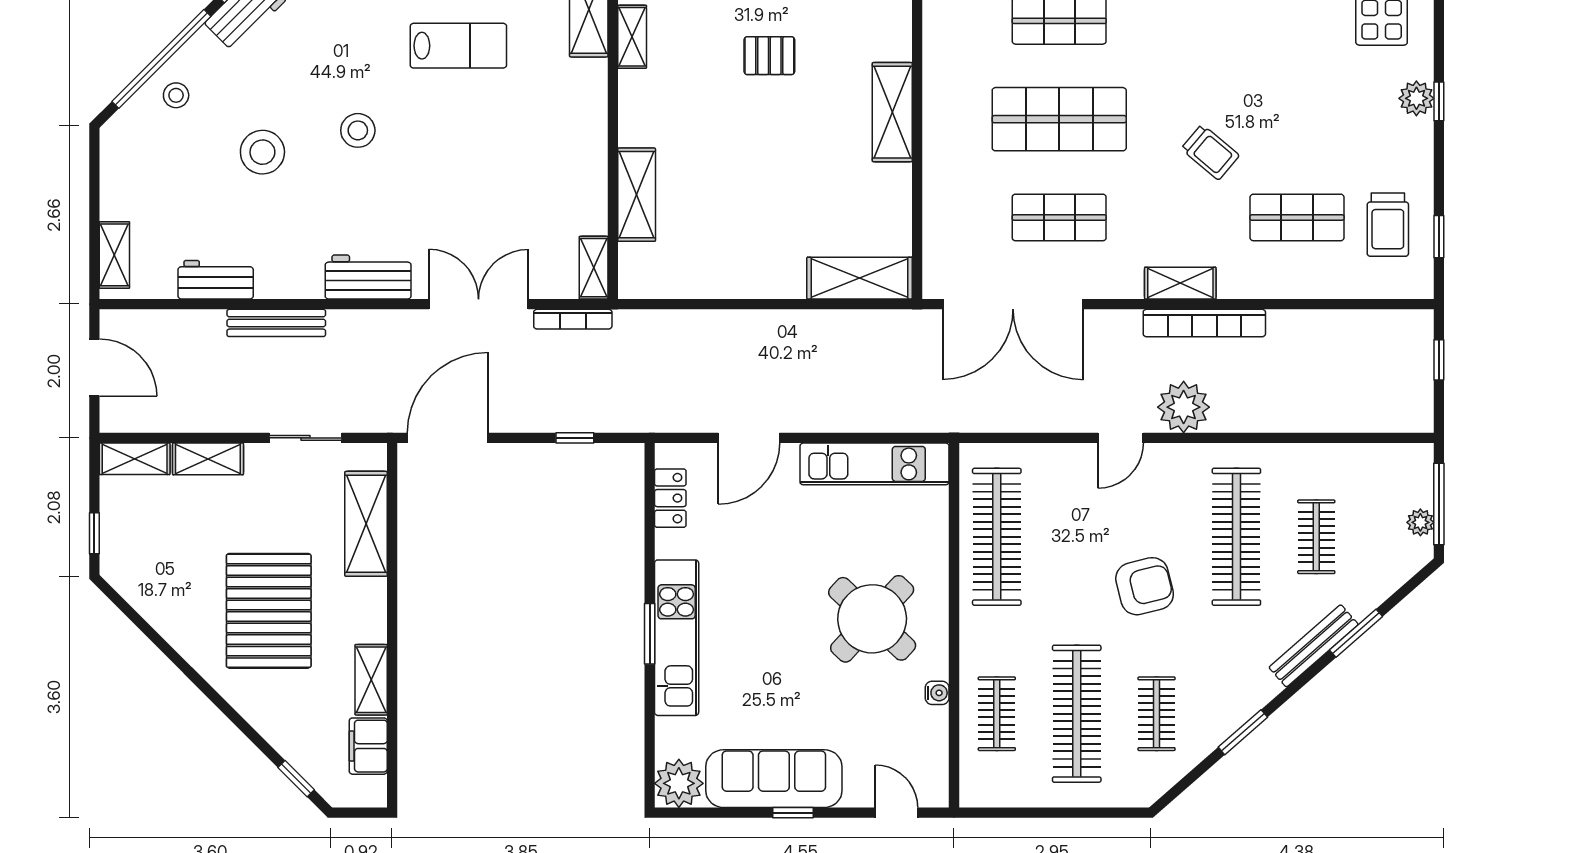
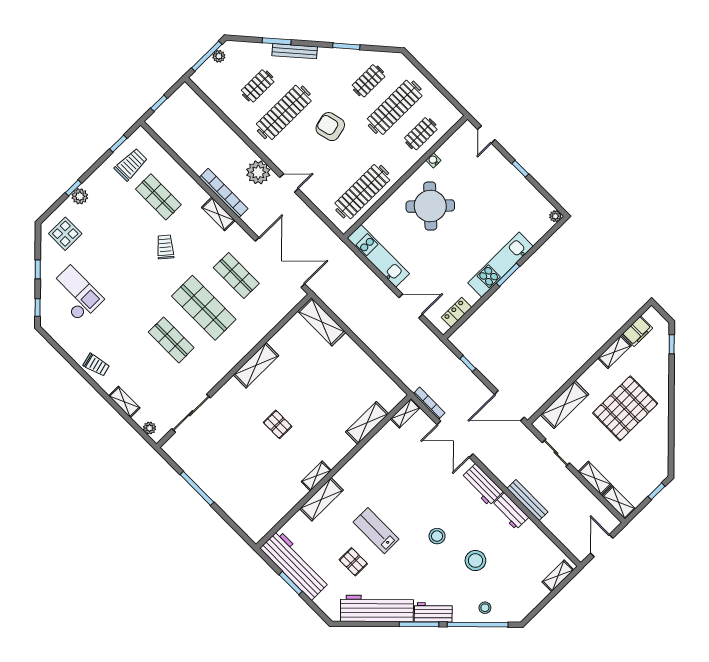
workbench: (216, 280) -> (510, 511), moved
sofa: (774, 779) -> (515, 186), removed
plant: (679, 783) -> (555, 216), width x0.53, depth x0.53

